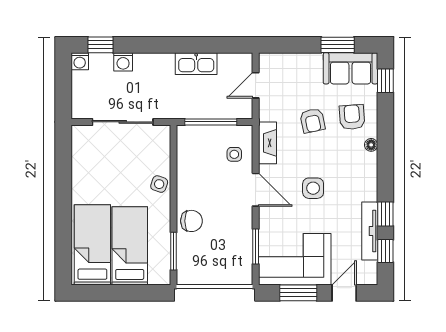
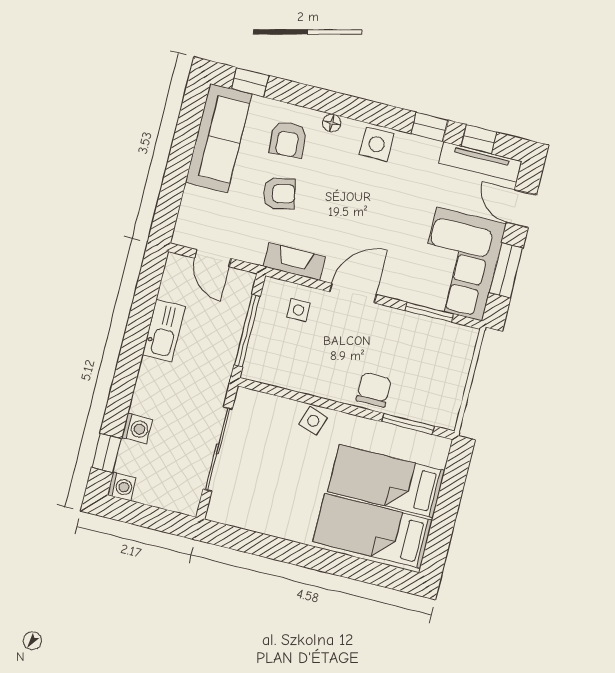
window: (338, 45) -> (186, 134), removed
sofa: (350, 68) -> (219, 138), width x1.36
armchair: (352, 117) -> (288, 139), turned -90
side table: (313, 188) -> (377, 144), moved
tv unit: (370, 231) -> (480, 162), moved

